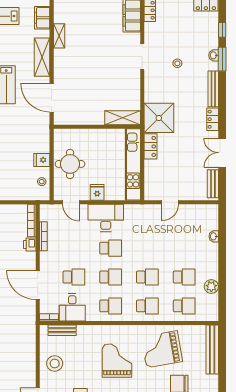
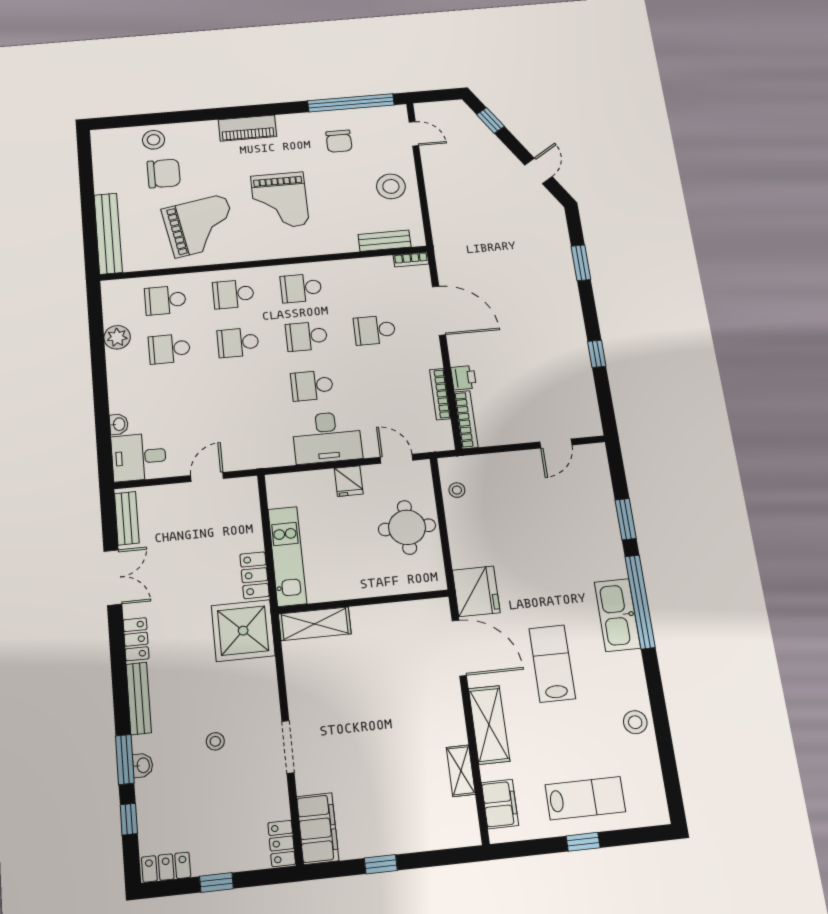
fridge: (42, 160) -> (476, 591), moved, width x1.88, depth x1.34
kitchen unit: (133, 164) -> (287, 556), width x0.73
desk: (72, 307) -> (139, 457), moved, turned -90

